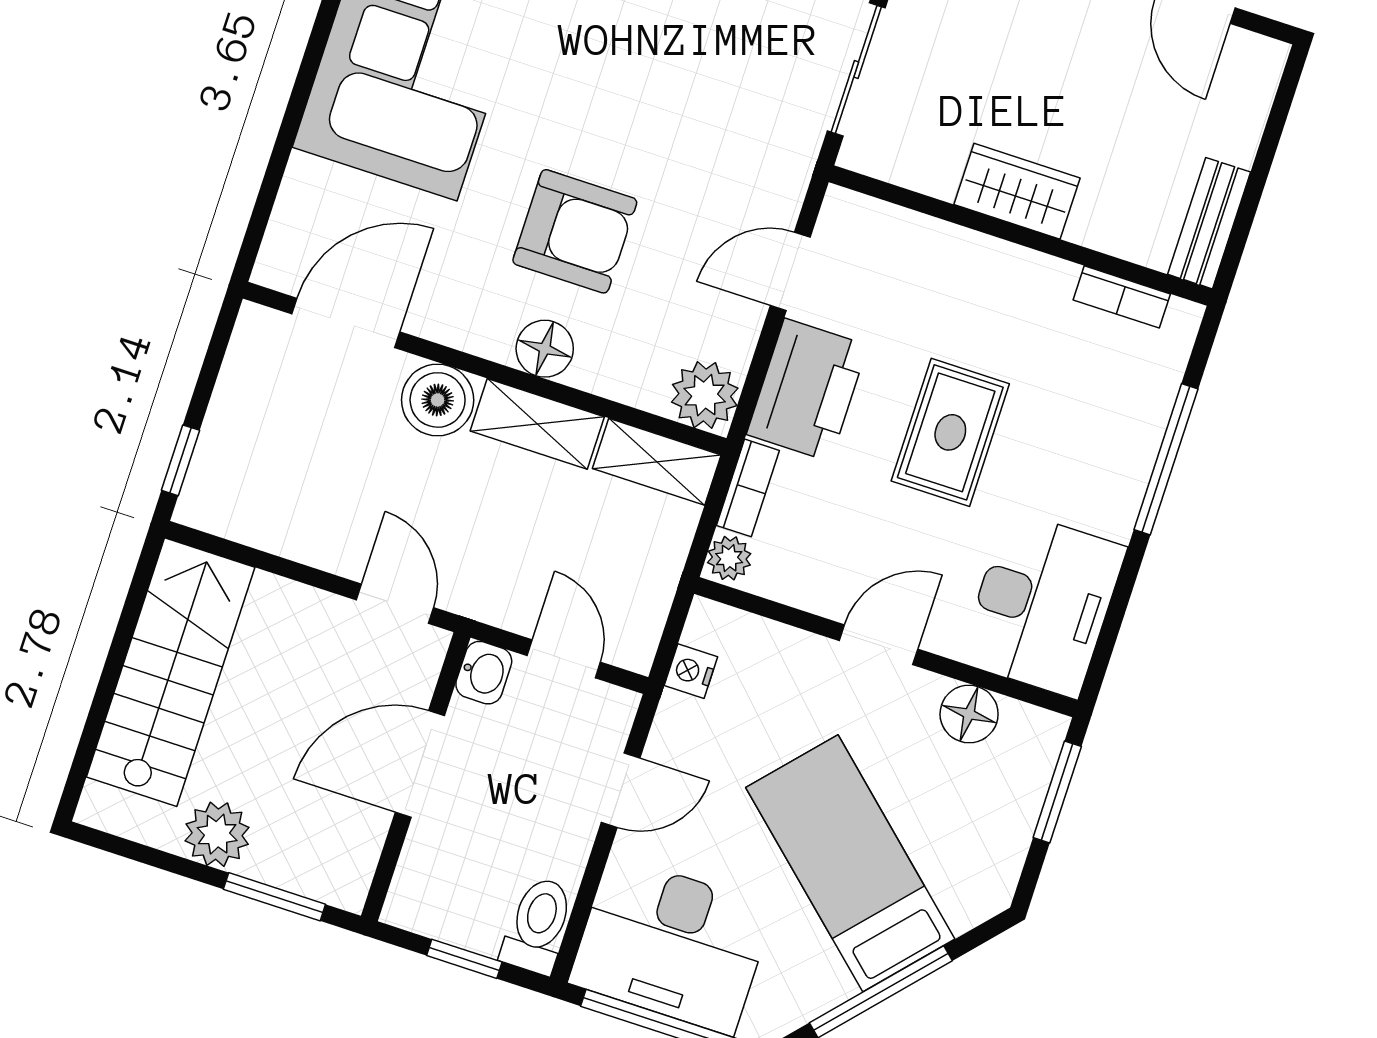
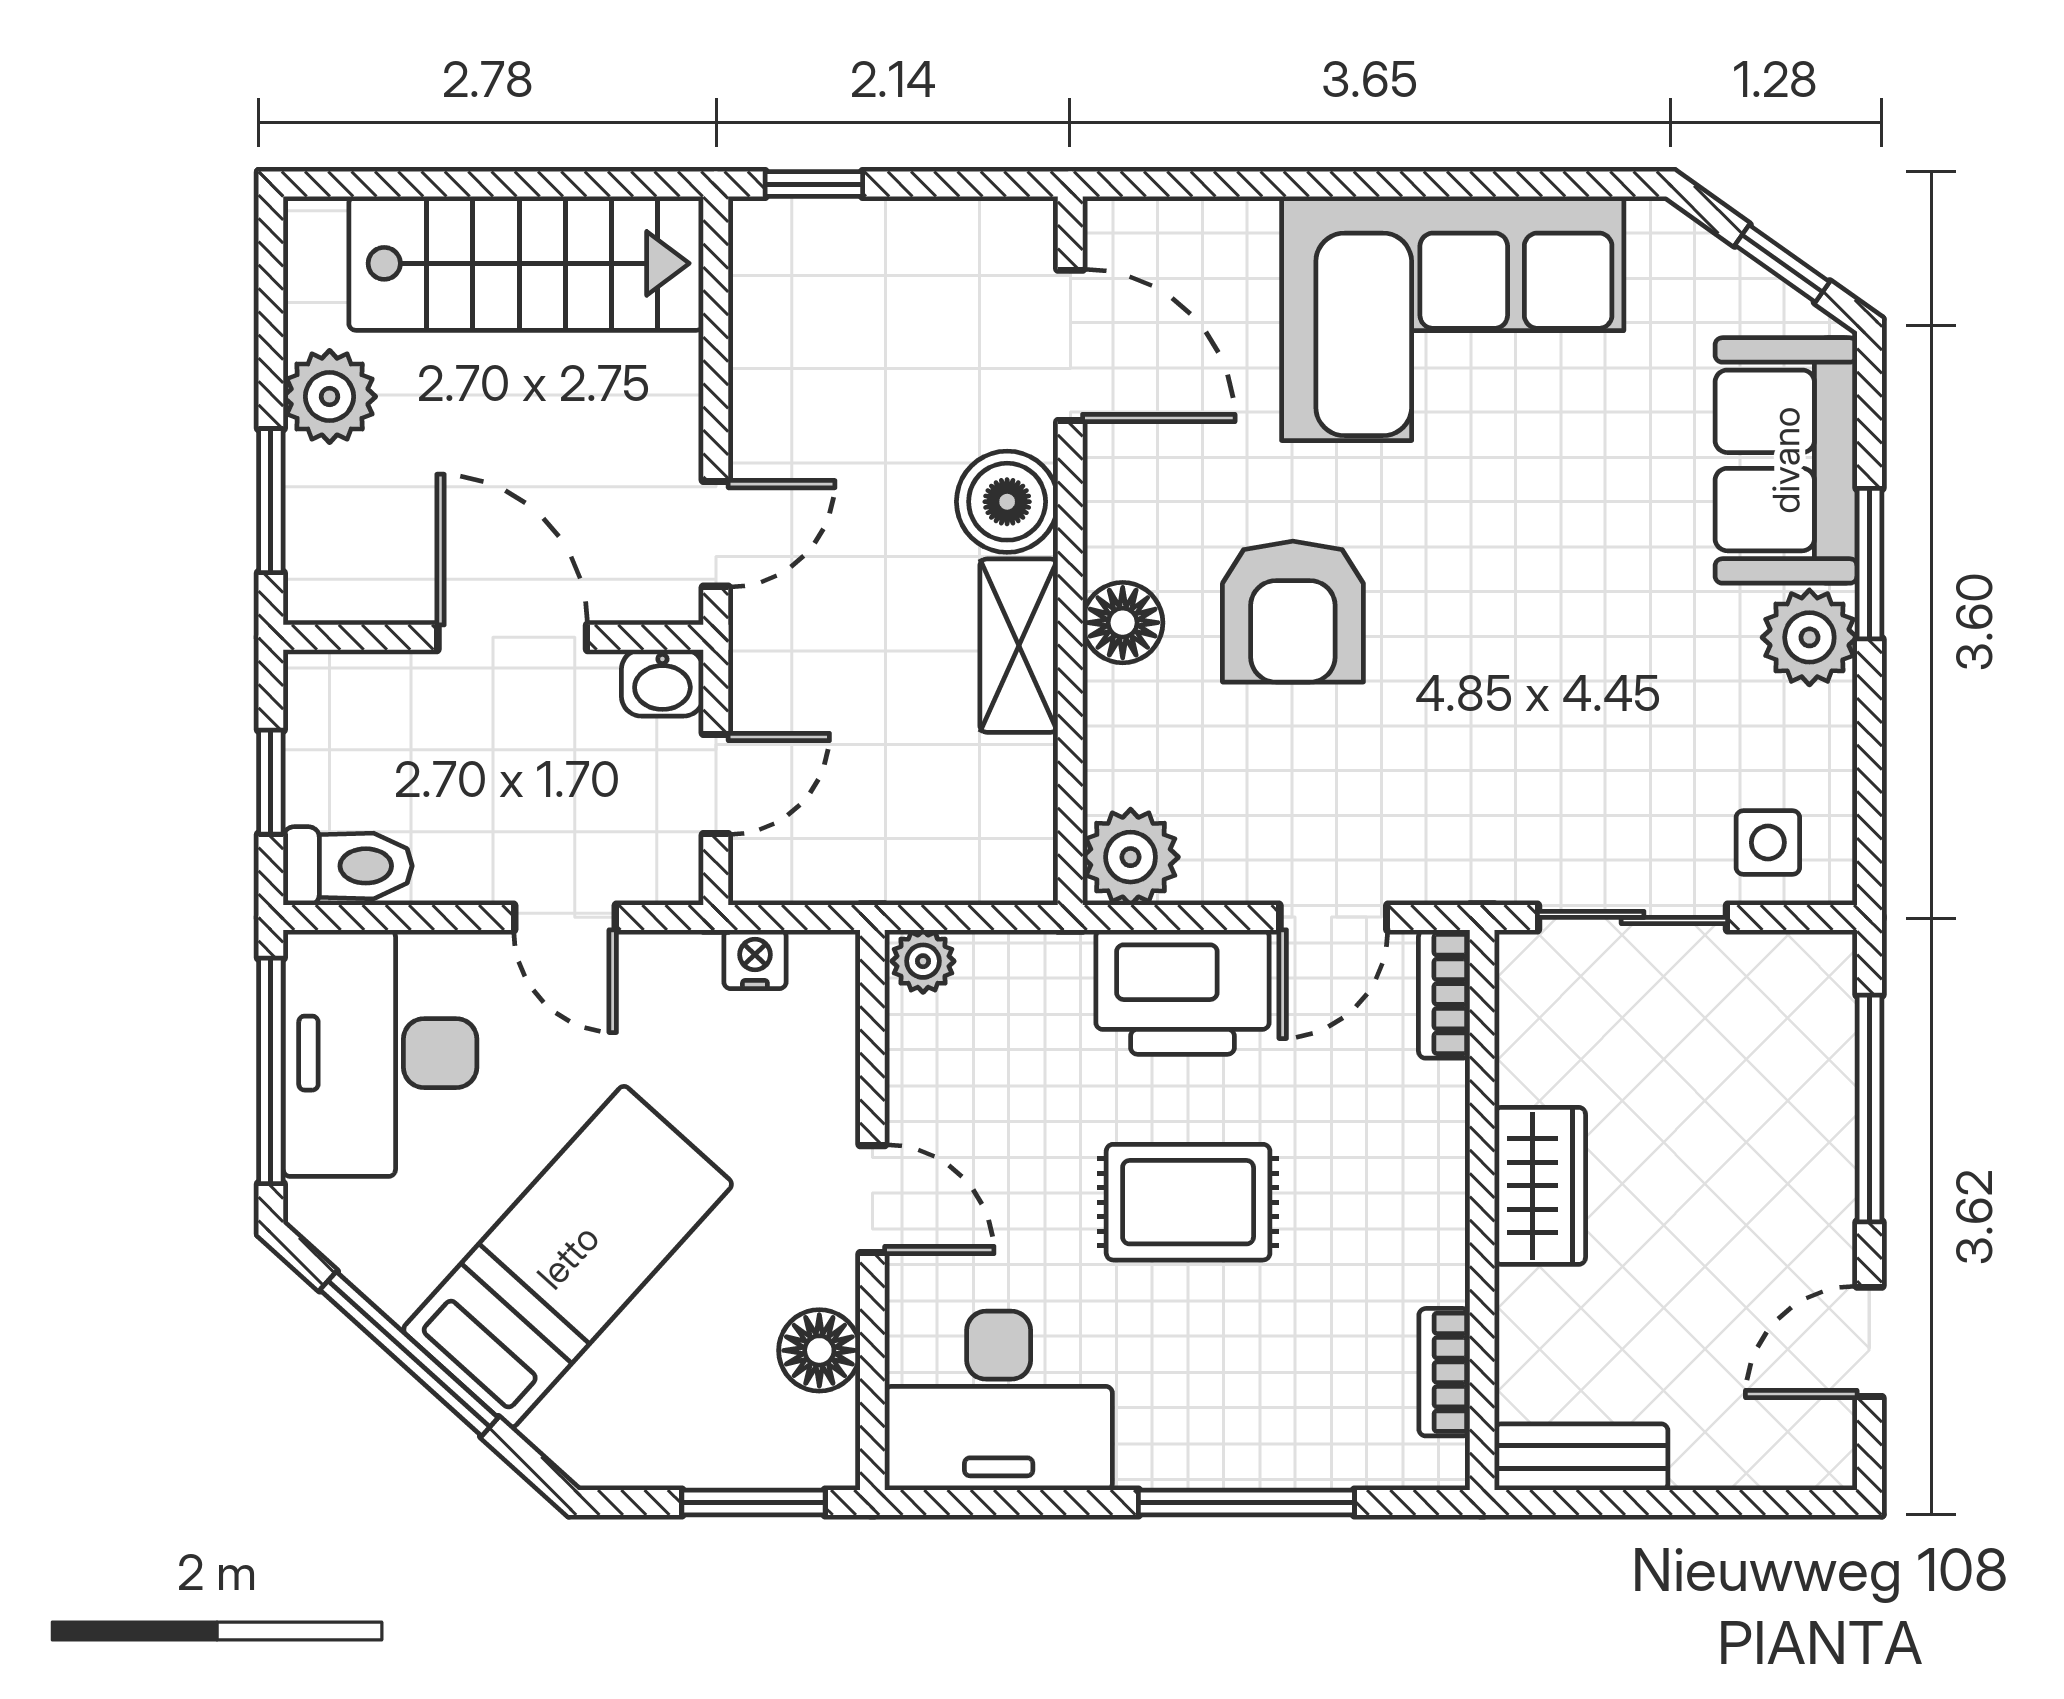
door: (790, 271) -> (1333, 917), swing flipped
shelving: (657, 462) -> (1020, 822), removed
bookcase: (748, 488) -> (1444, 994), moved, turned 90

